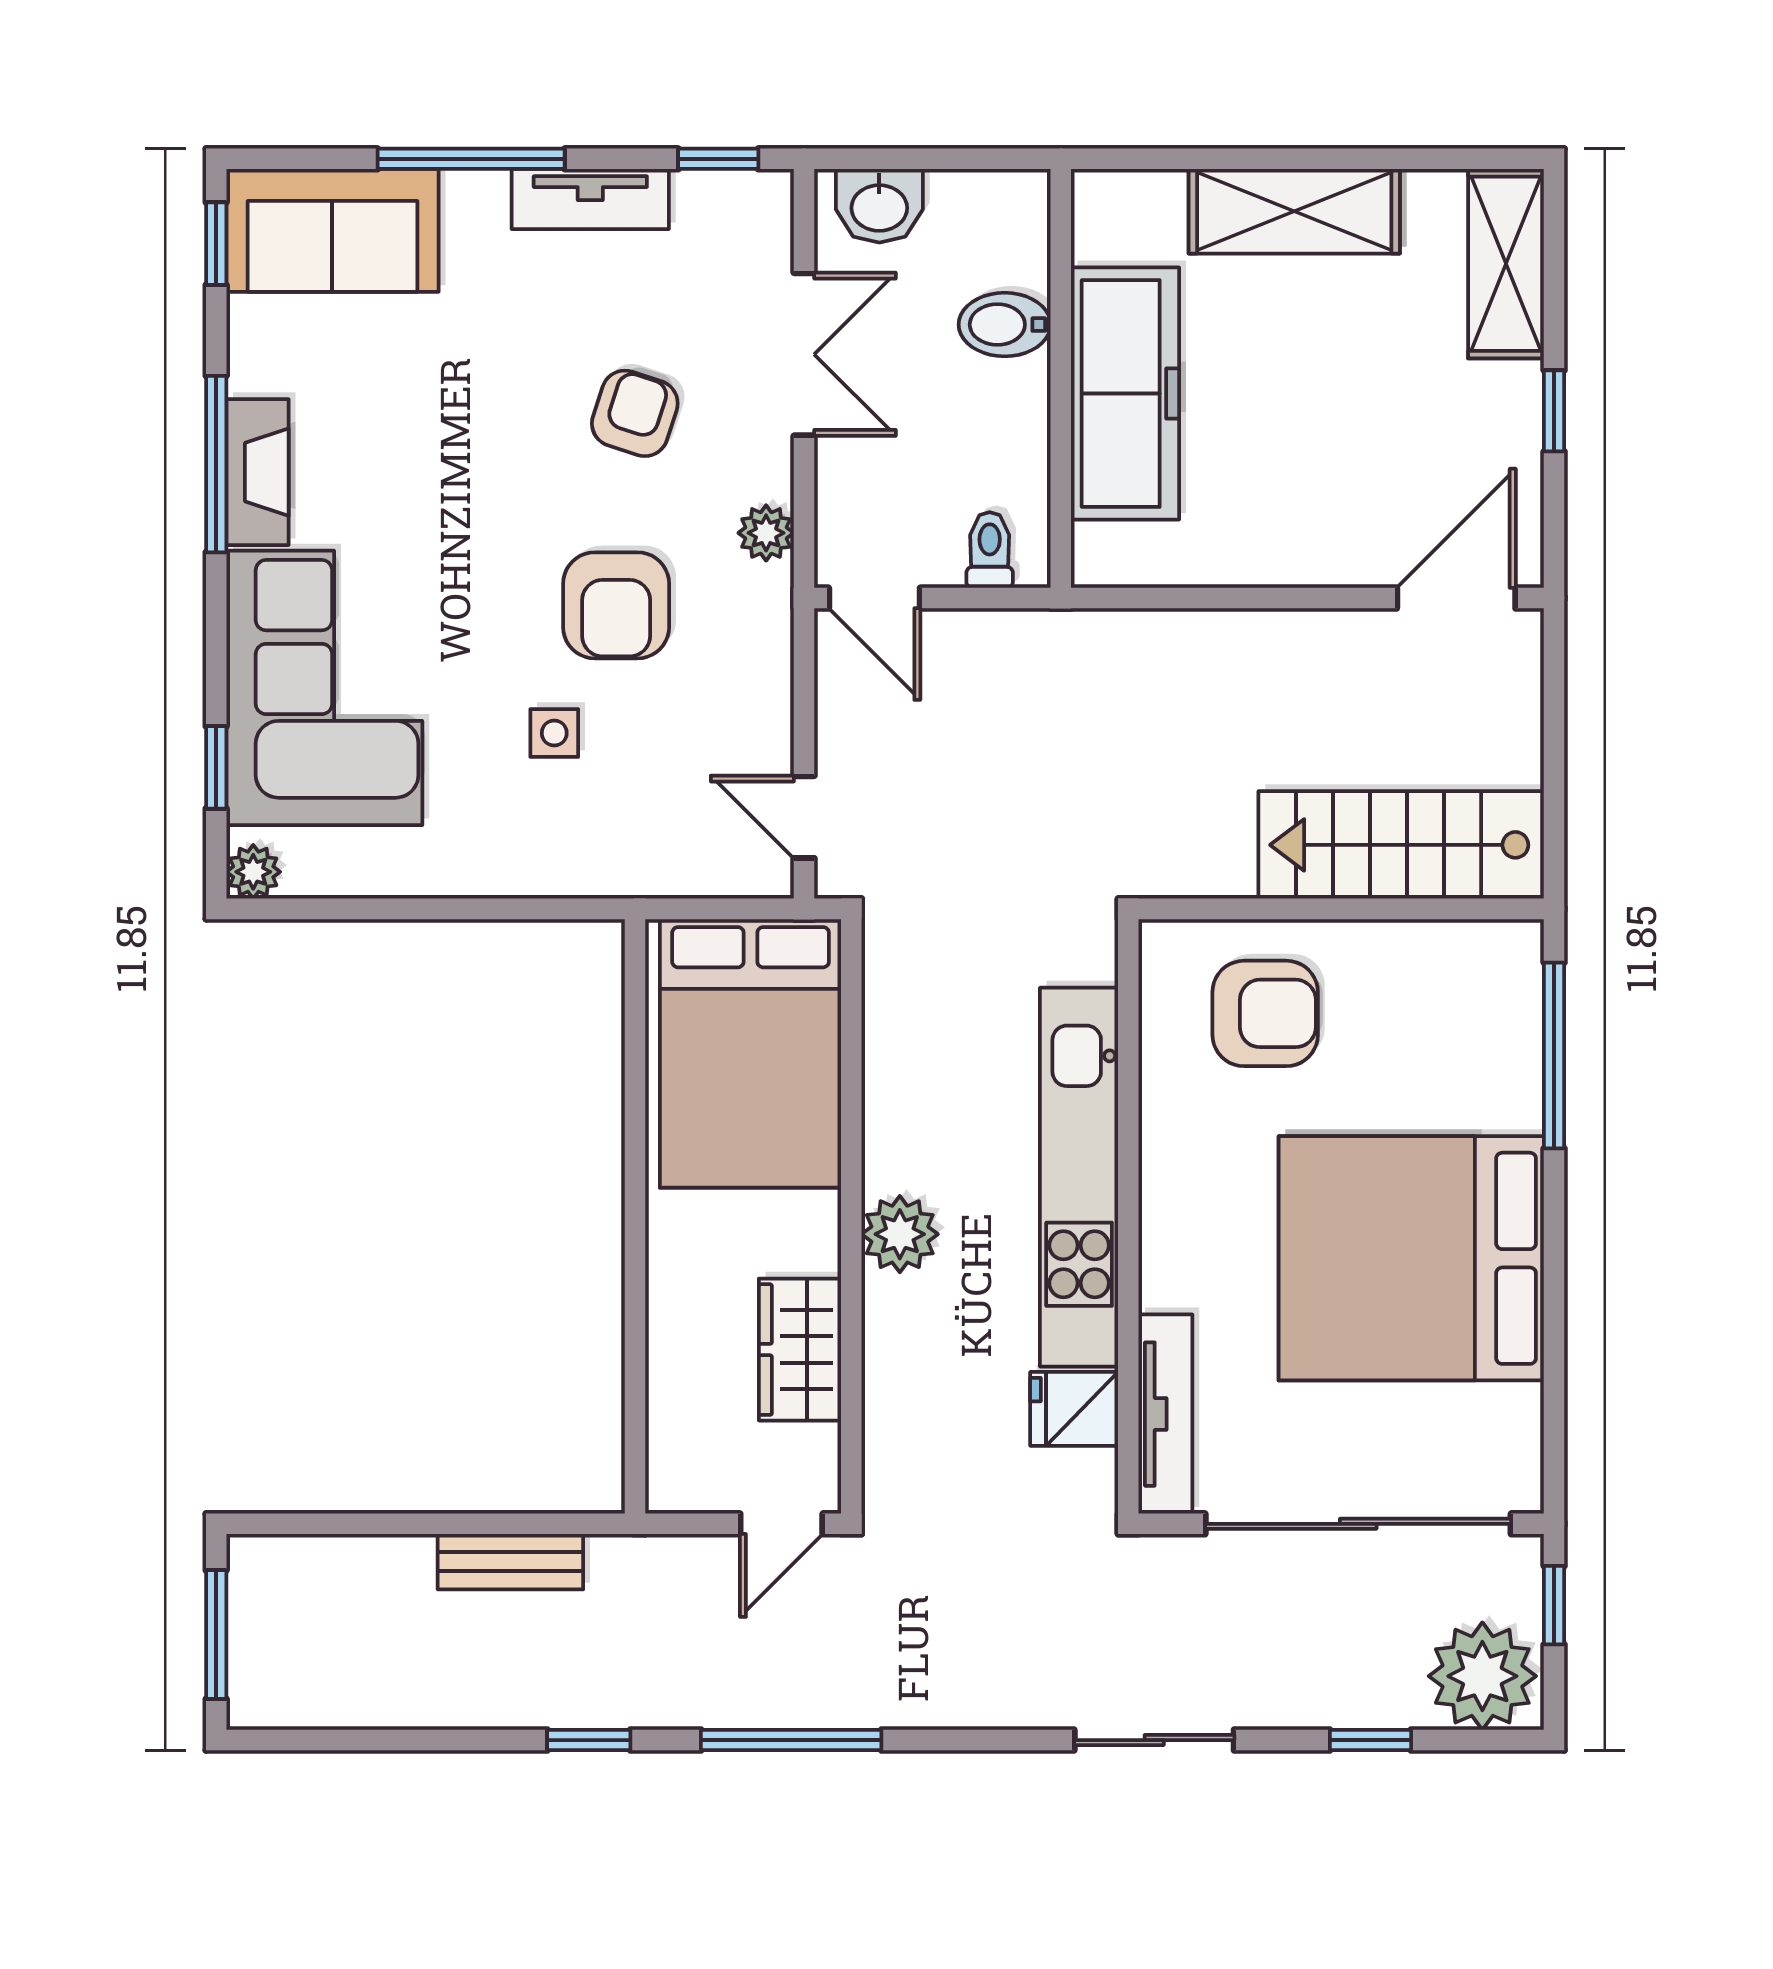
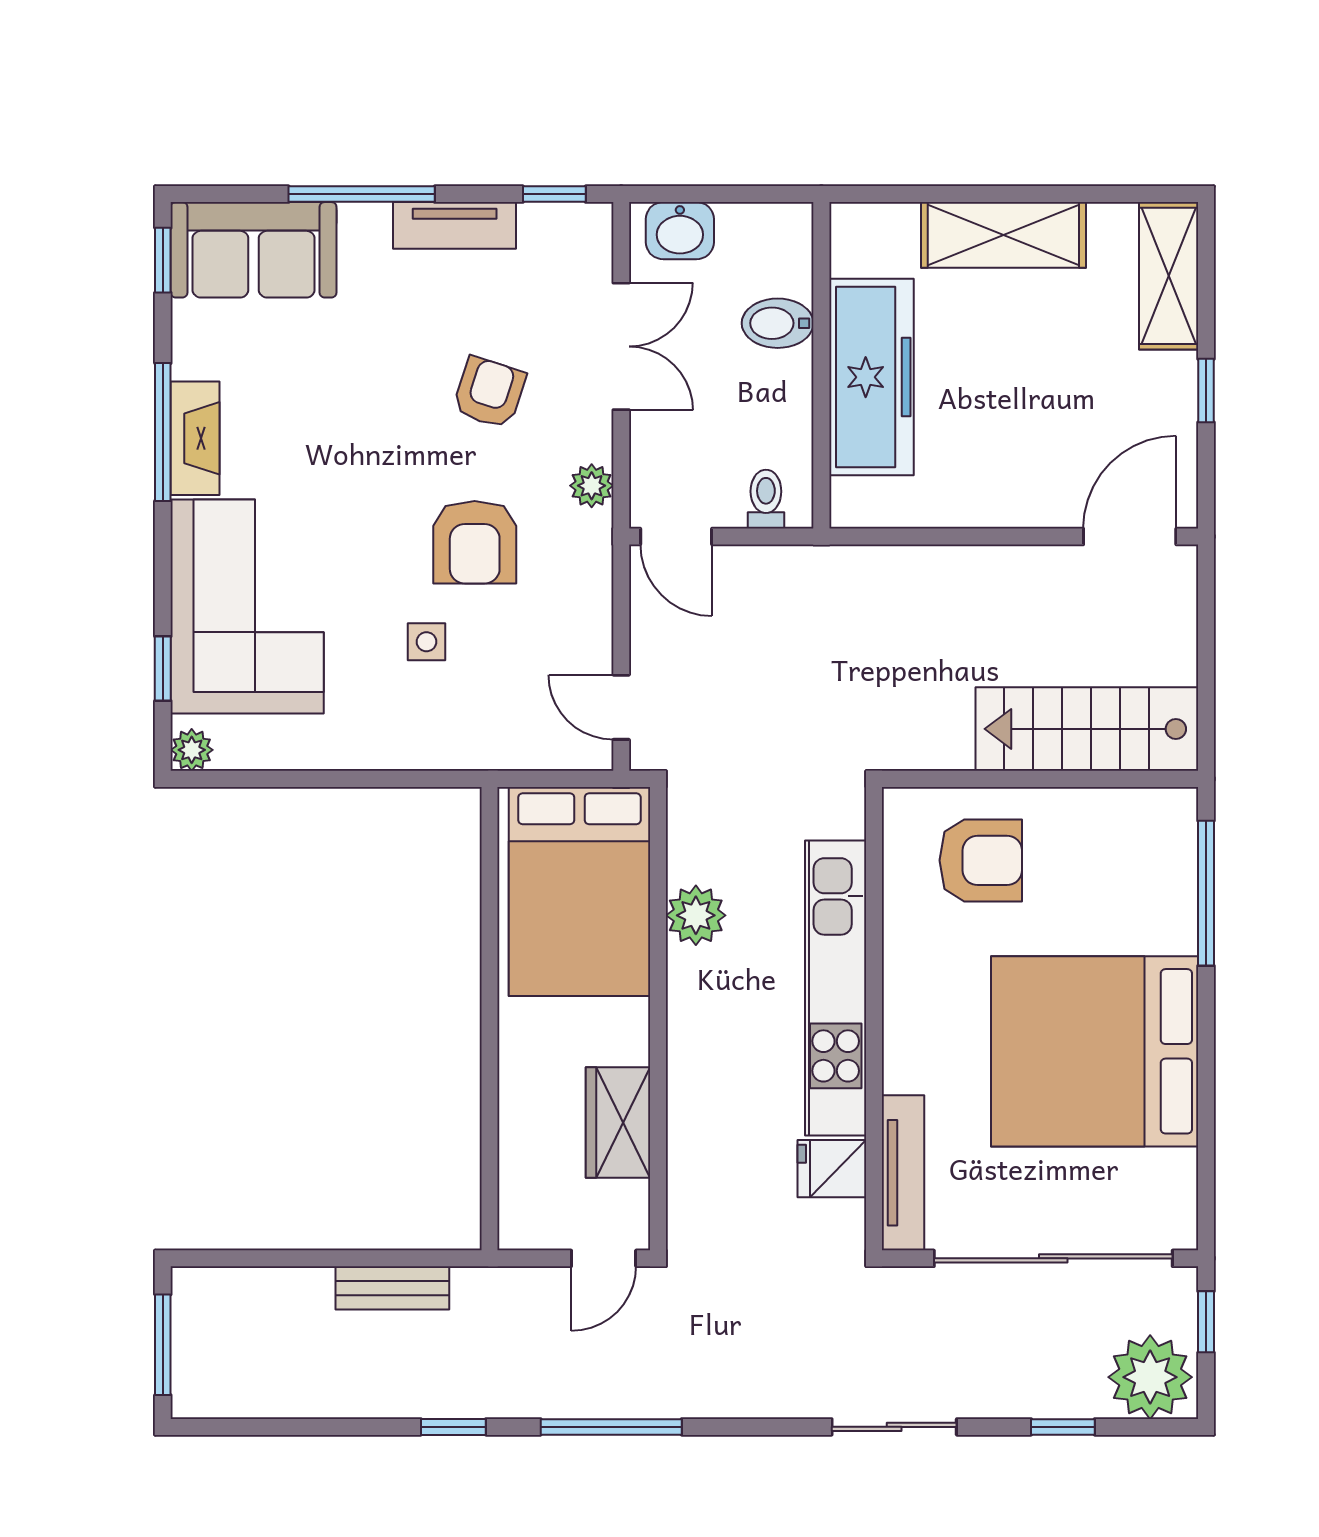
plant: (900, 1234) -> (696, 915), moved

